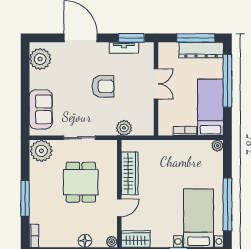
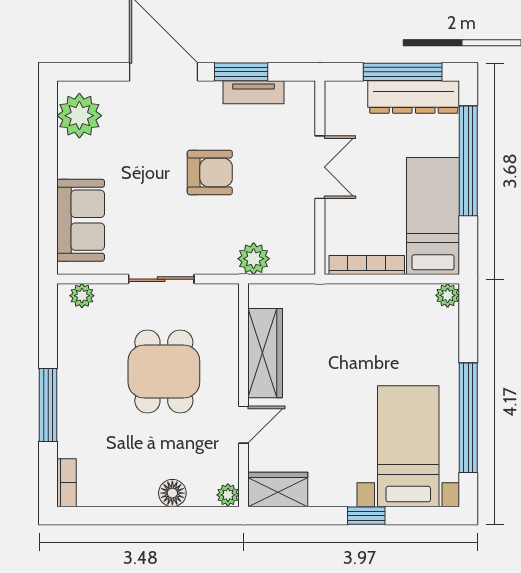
window: (131, 38) -> (241, 72), moved
bookcase: (185, 131) -> (367, 265), width x1.56
plant: (41, 151) -> (82, 296), width x0.53, depth x0.53

